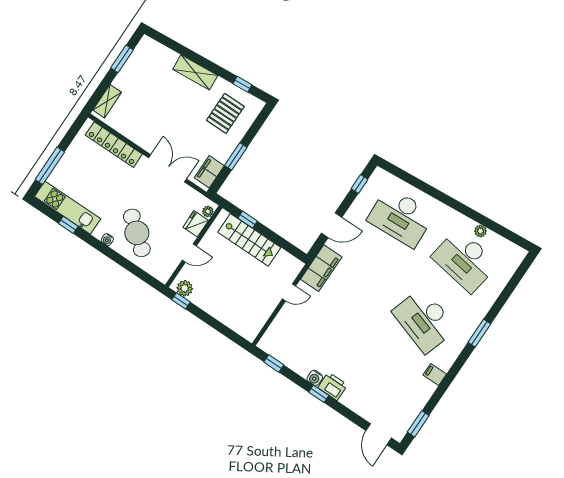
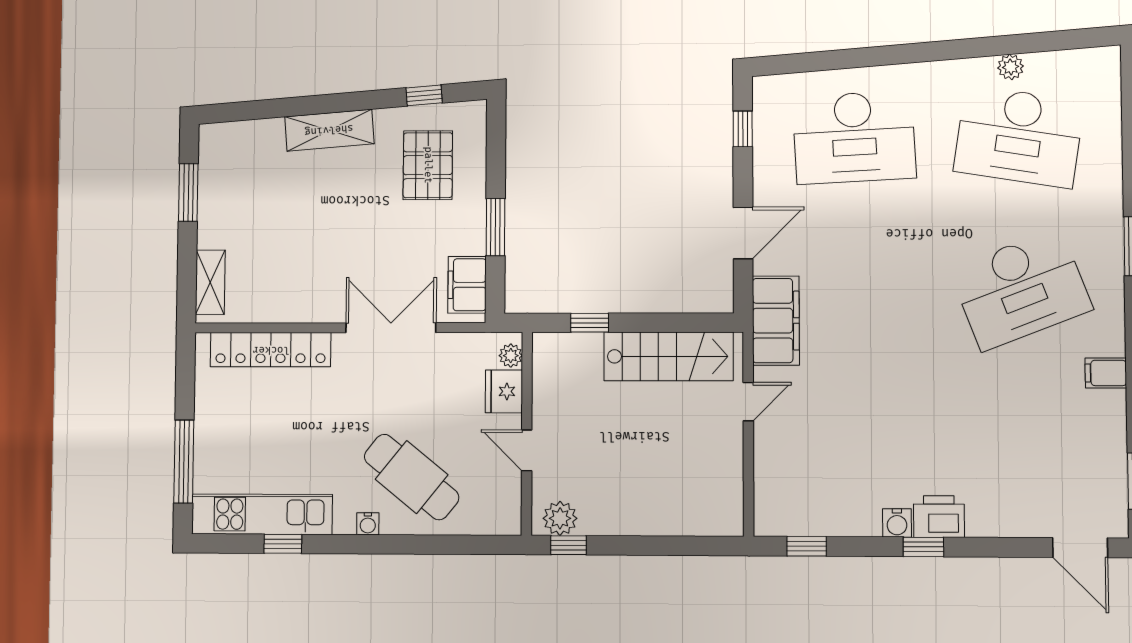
stairs: (249, 240) -> (669, 356), moved
door: (189, 253) -> (527, 450), swing flipped
desk: (424, 320) -> (1021, 289), turned -39

